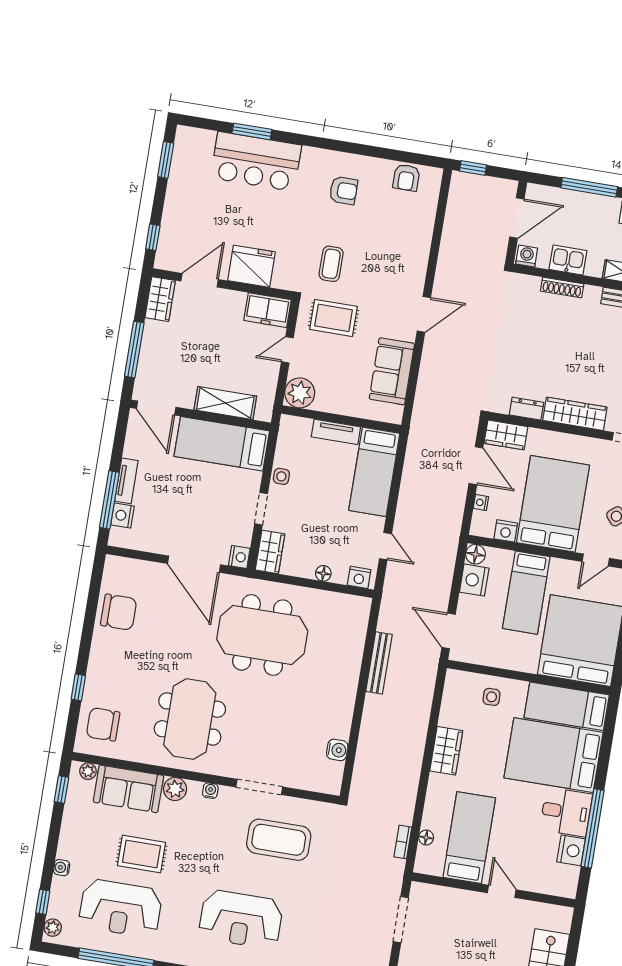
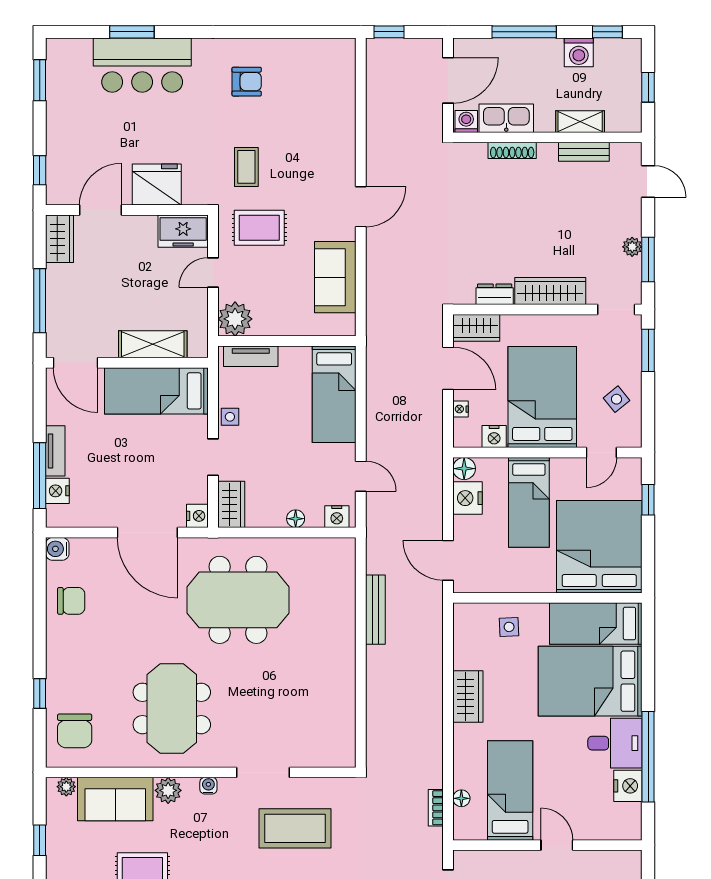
armchair: (406, 178) -> (315, 55), removed
kitchen sink: (568, 260) -> (506, 118), width x1.38
tv unit: (336, 432) -> (251, 356), moved
chair: (119, 612) -> (71, 601), width x0.73, depth x0.73
chair: (103, 724) -> (75, 731), turned -90
water cooler: (337, 750) -> (57, 549), moved, turned 180
window: (61, 790) -> (40, 840), moved

